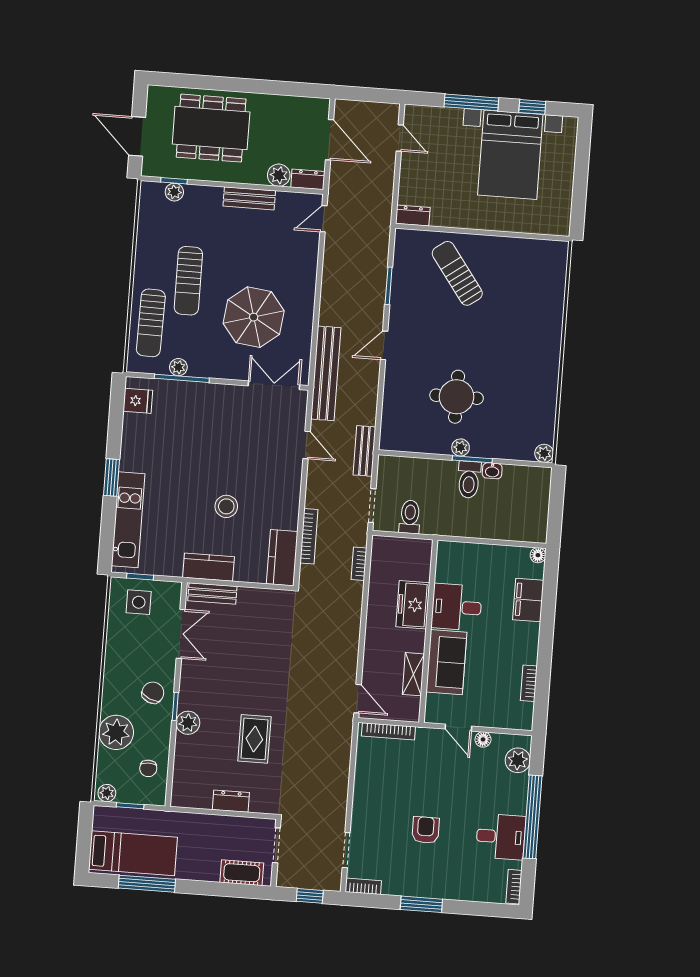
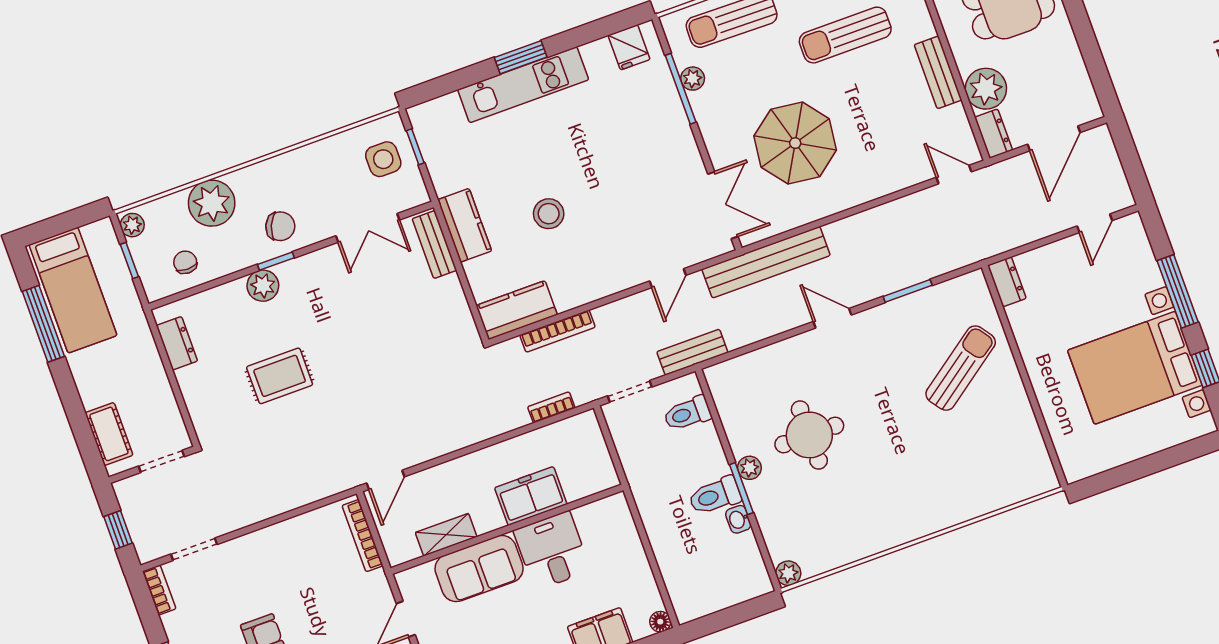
plant: (279, 175) -> (986, 89), width x1.36, depth x1.36
sun lounger: (188, 281) -> (845, 35), moved
toilet: (410, 517) -> (687, 414), moved, turned 180
kitchen unit: (128, 520) -> (523, 85), moved
chair: (148, 768) -> (185, 262), turned 90
dresser: (231, 801) -> (177, 343), moved

